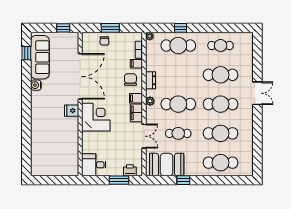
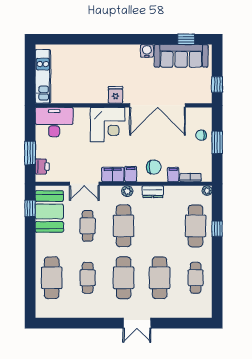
cafe table: (221, 133) -> (88, 278), width x0.73, depth x0.74
desk: (94, 165) -> (54, 122), width x1.37
kitchen unit: (57, 170) -> (43, 76), added
window: (183, 180) -> (30, 209), moved

